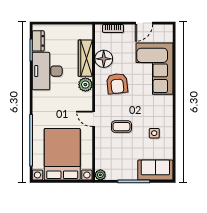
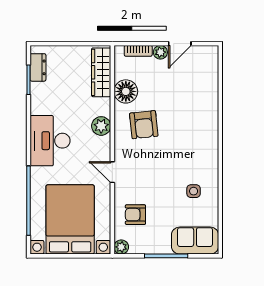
plant: (130, 30) -> (160, 52), added
wardrobe: (85, 58) -> (101, 72), moved
corner sofa: (155, 69) -> (194, 105), removed
desk: (47, 71) -> (50, 141), moved
coffee table: (121, 127) -> (150, 182), removed
armchair: (111, 151) -> (135, 215), added

